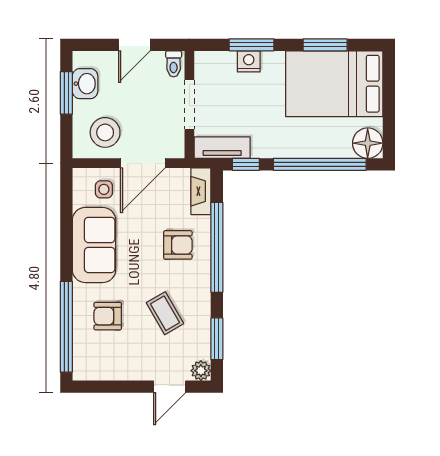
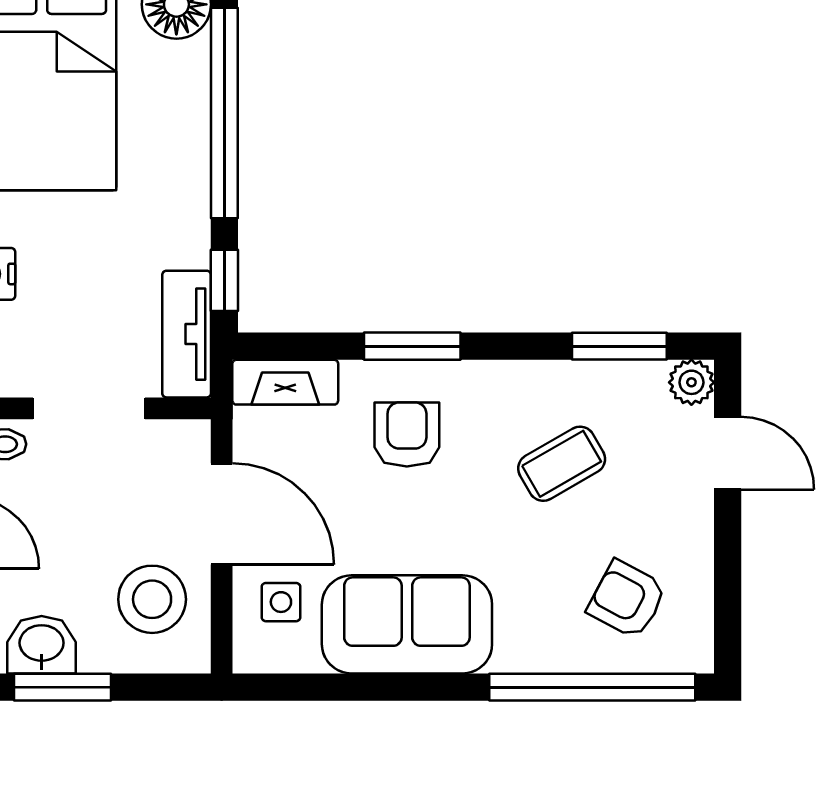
window: (217, 247) -> (412, 346), width x0.47
armchair: (108, 316) -> (627, 599), moved, turned 118

